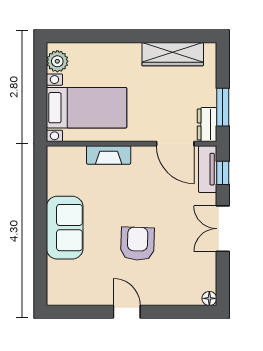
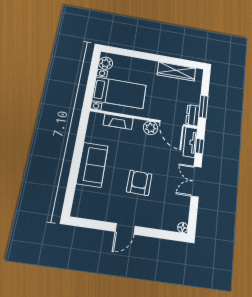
fireplace: (109, 155) -> (118, 122), moved
plant: (143, 157) -> (151, 128), added
door: (127, 312) -> (125, 229), swing flipped

